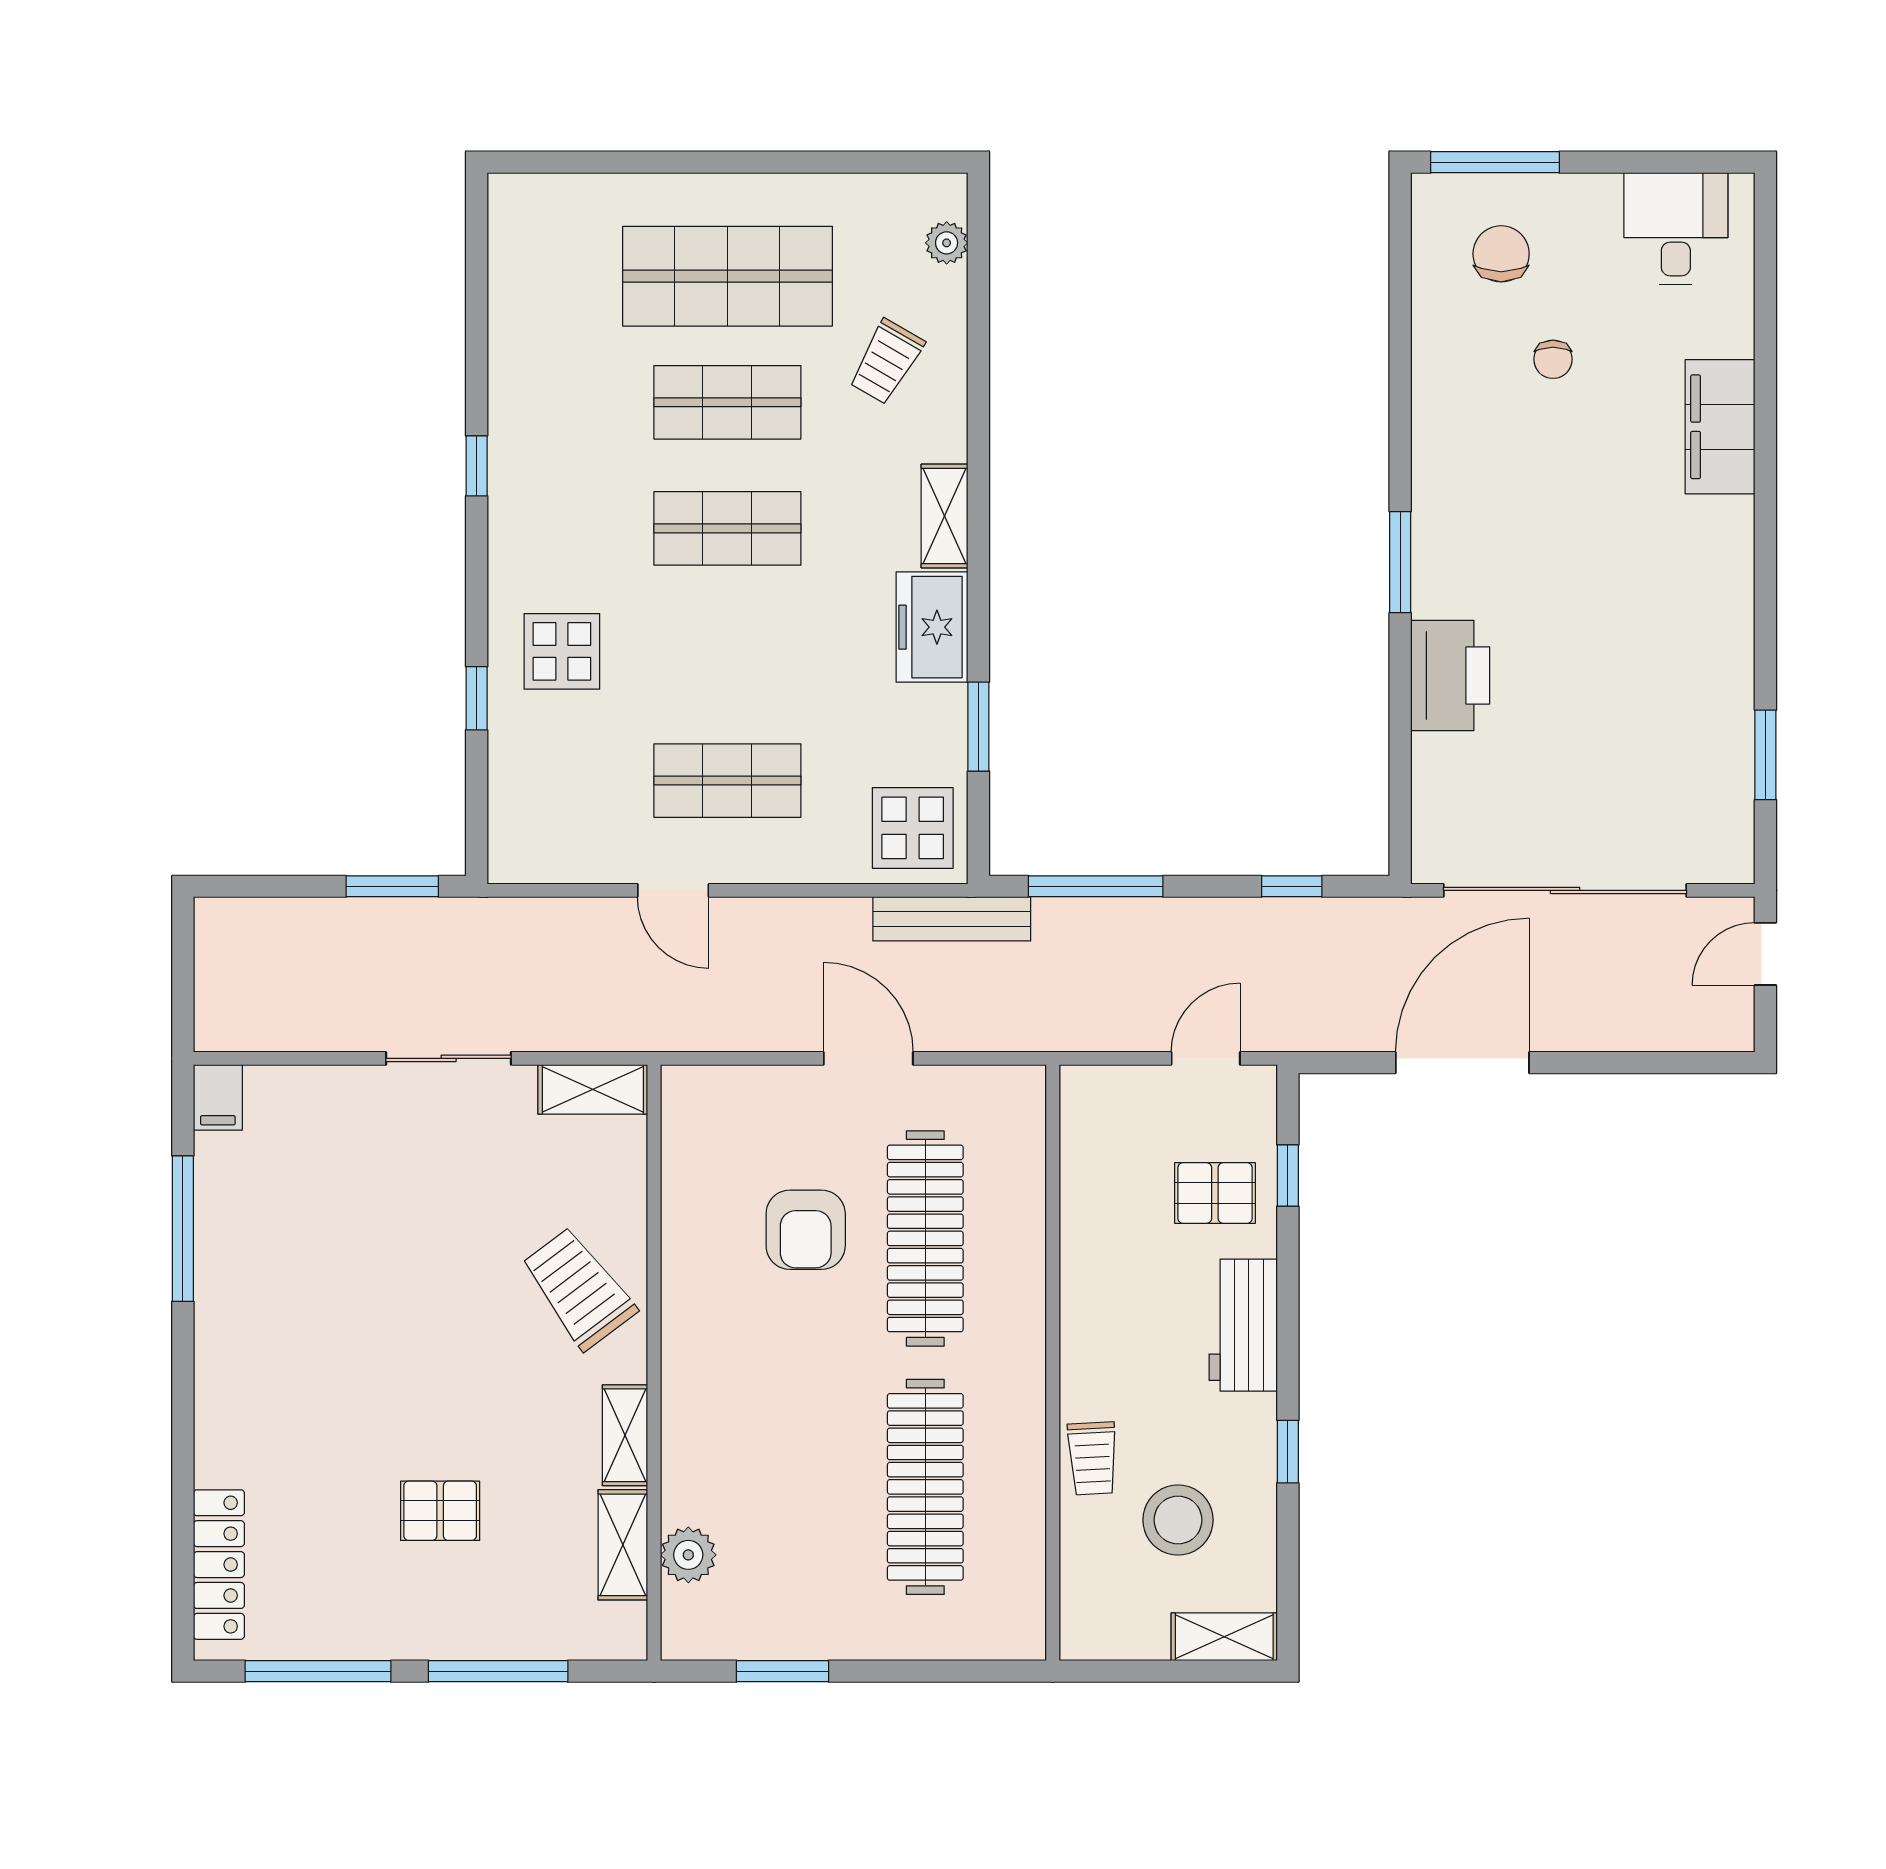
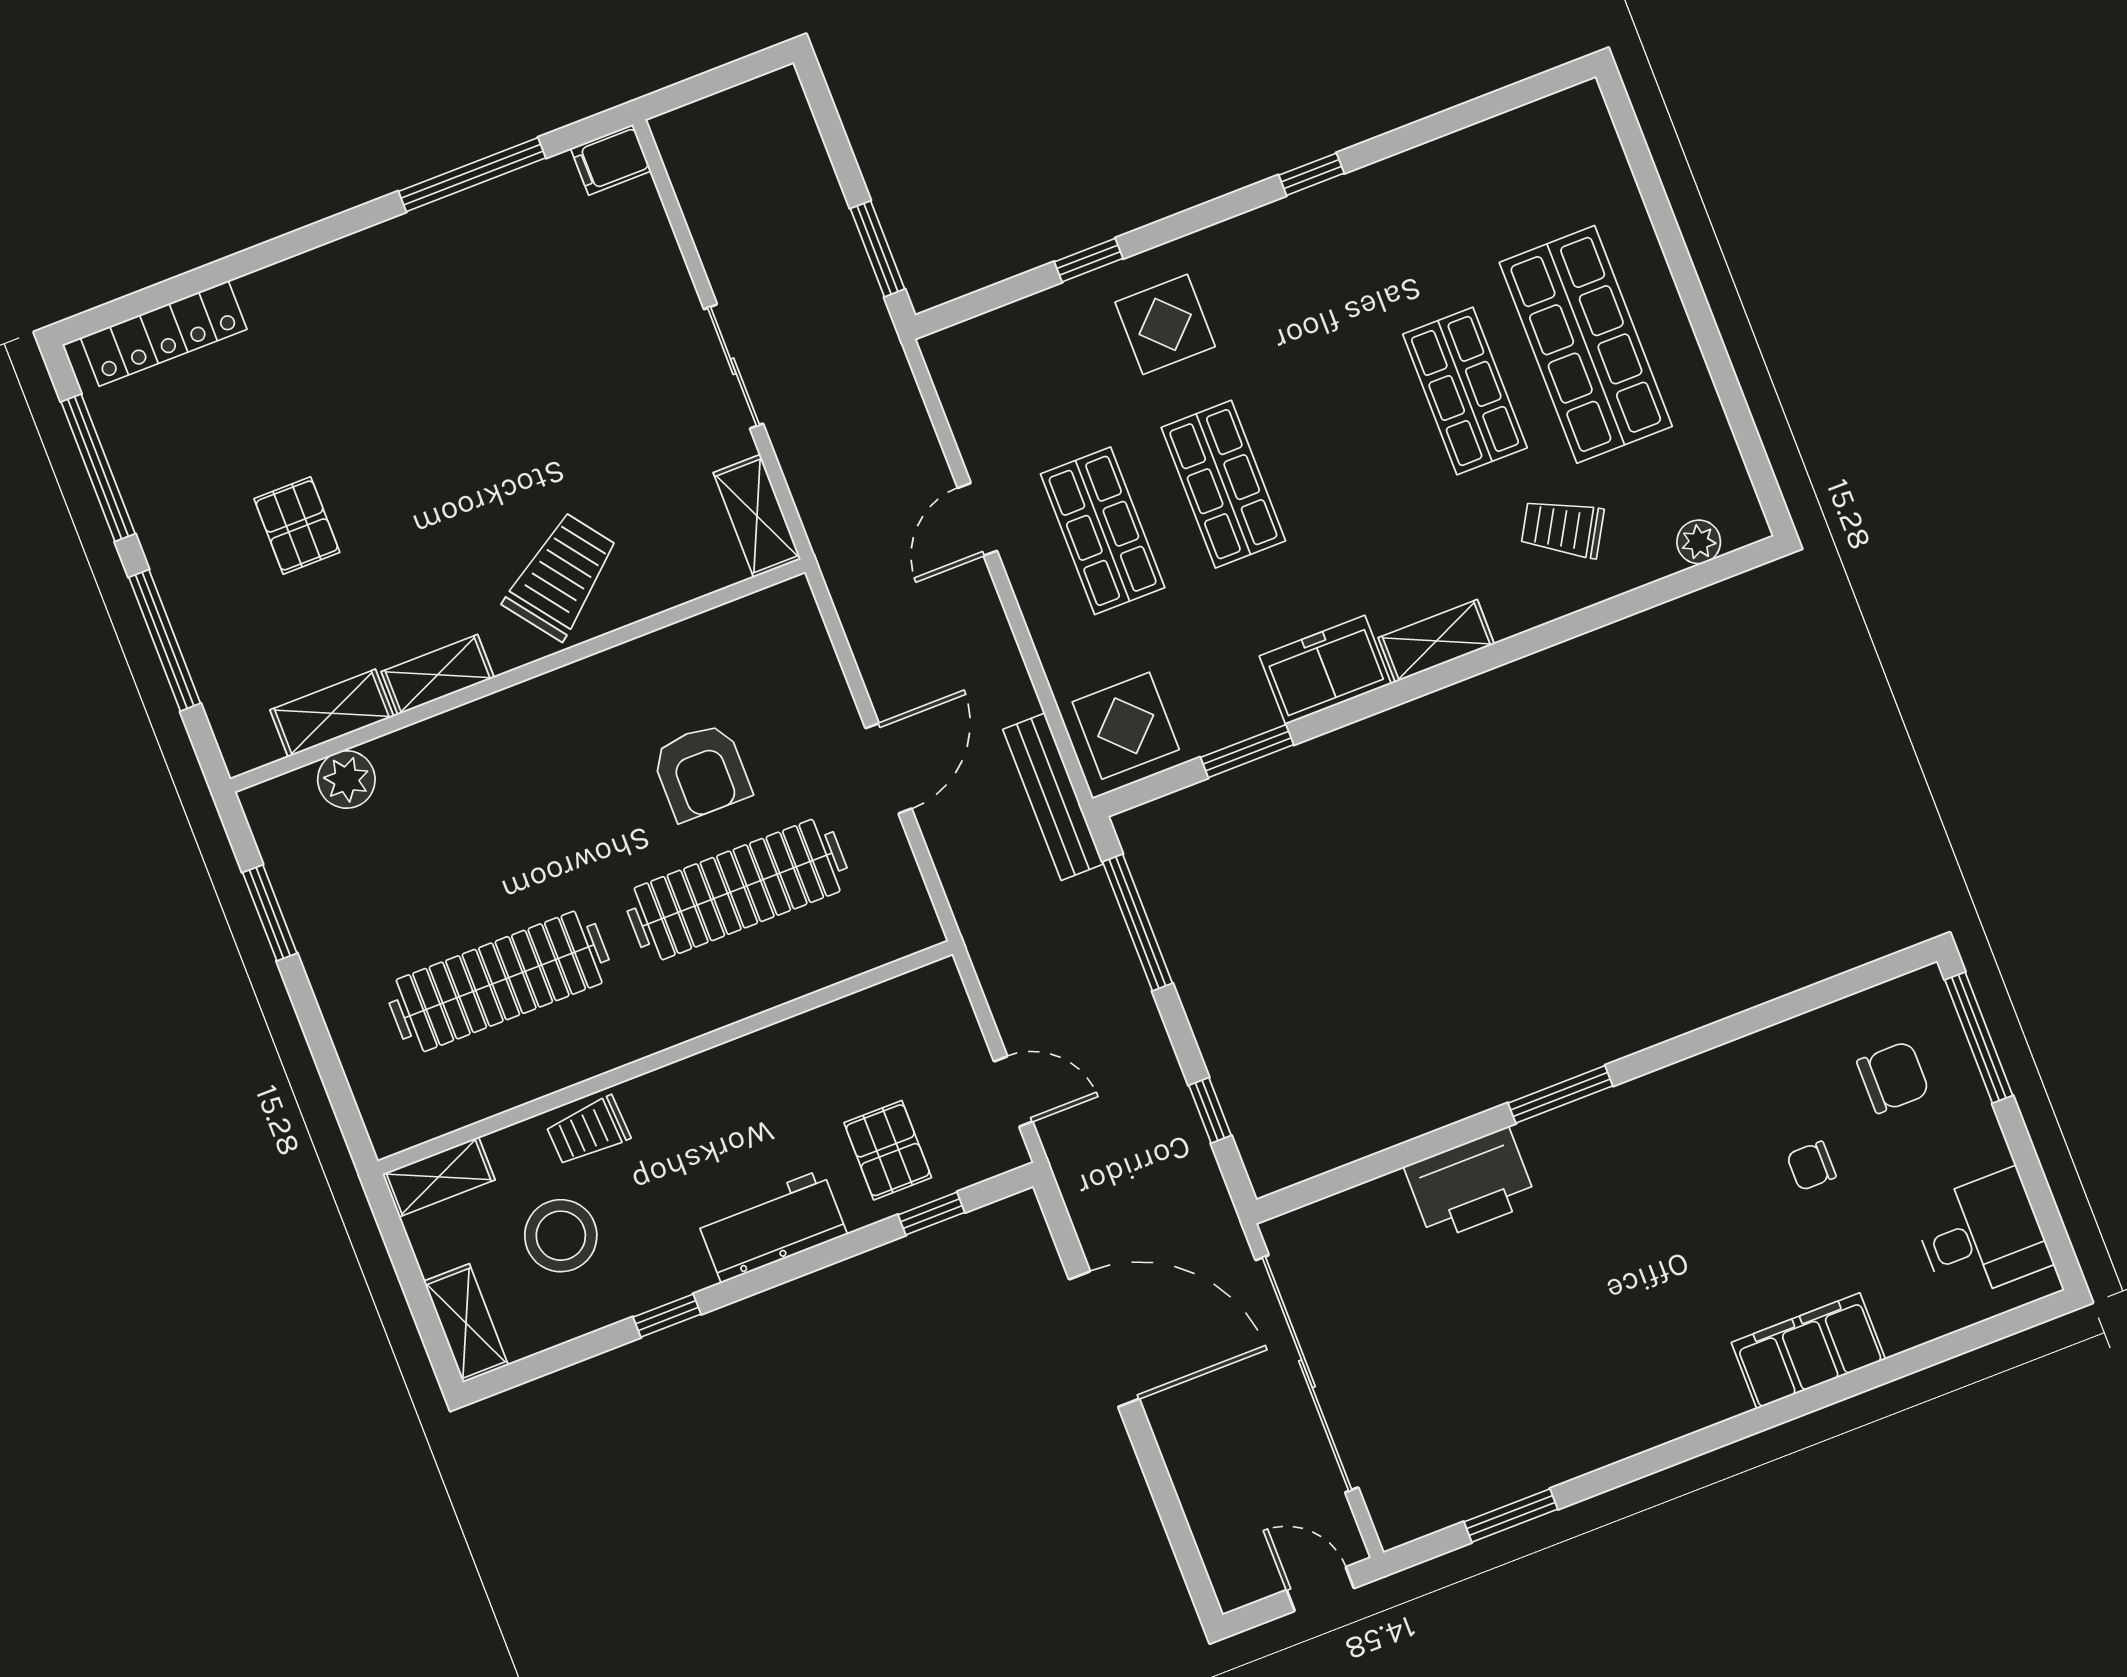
shop shelf: (727, 528) -> (1223, 484), moved
armchair: (806, 1230) -> (701, 772), turned -90
shelving: (1082, 1610) -> (439, 1177), added

